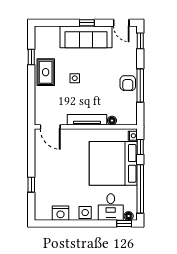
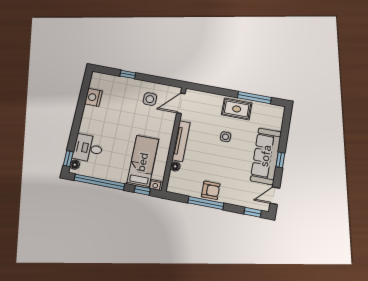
window: (31, 57) -> (254, 98), width x2.17
armchair: (128, 83) -> (211, 190), turned 180
bed: (113, 163) -> (143, 162), width x0.49
side table: (85, 213) -> (150, 99), moved

